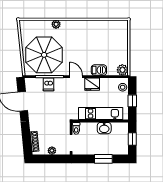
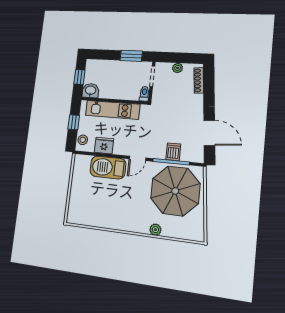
barbecue: (99, 70) -> (108, 167), width x1.88, depth x1.53
plant: (122, 70) -> (80, 161), removed
door: (76, 77) -> (138, 158), hinge flipped
fridge: (92, 84) -> (104, 146), moved
washbasin: (104, 128) -> (91, 91), moved
window: (103, 159) -> (131, 56), moved

